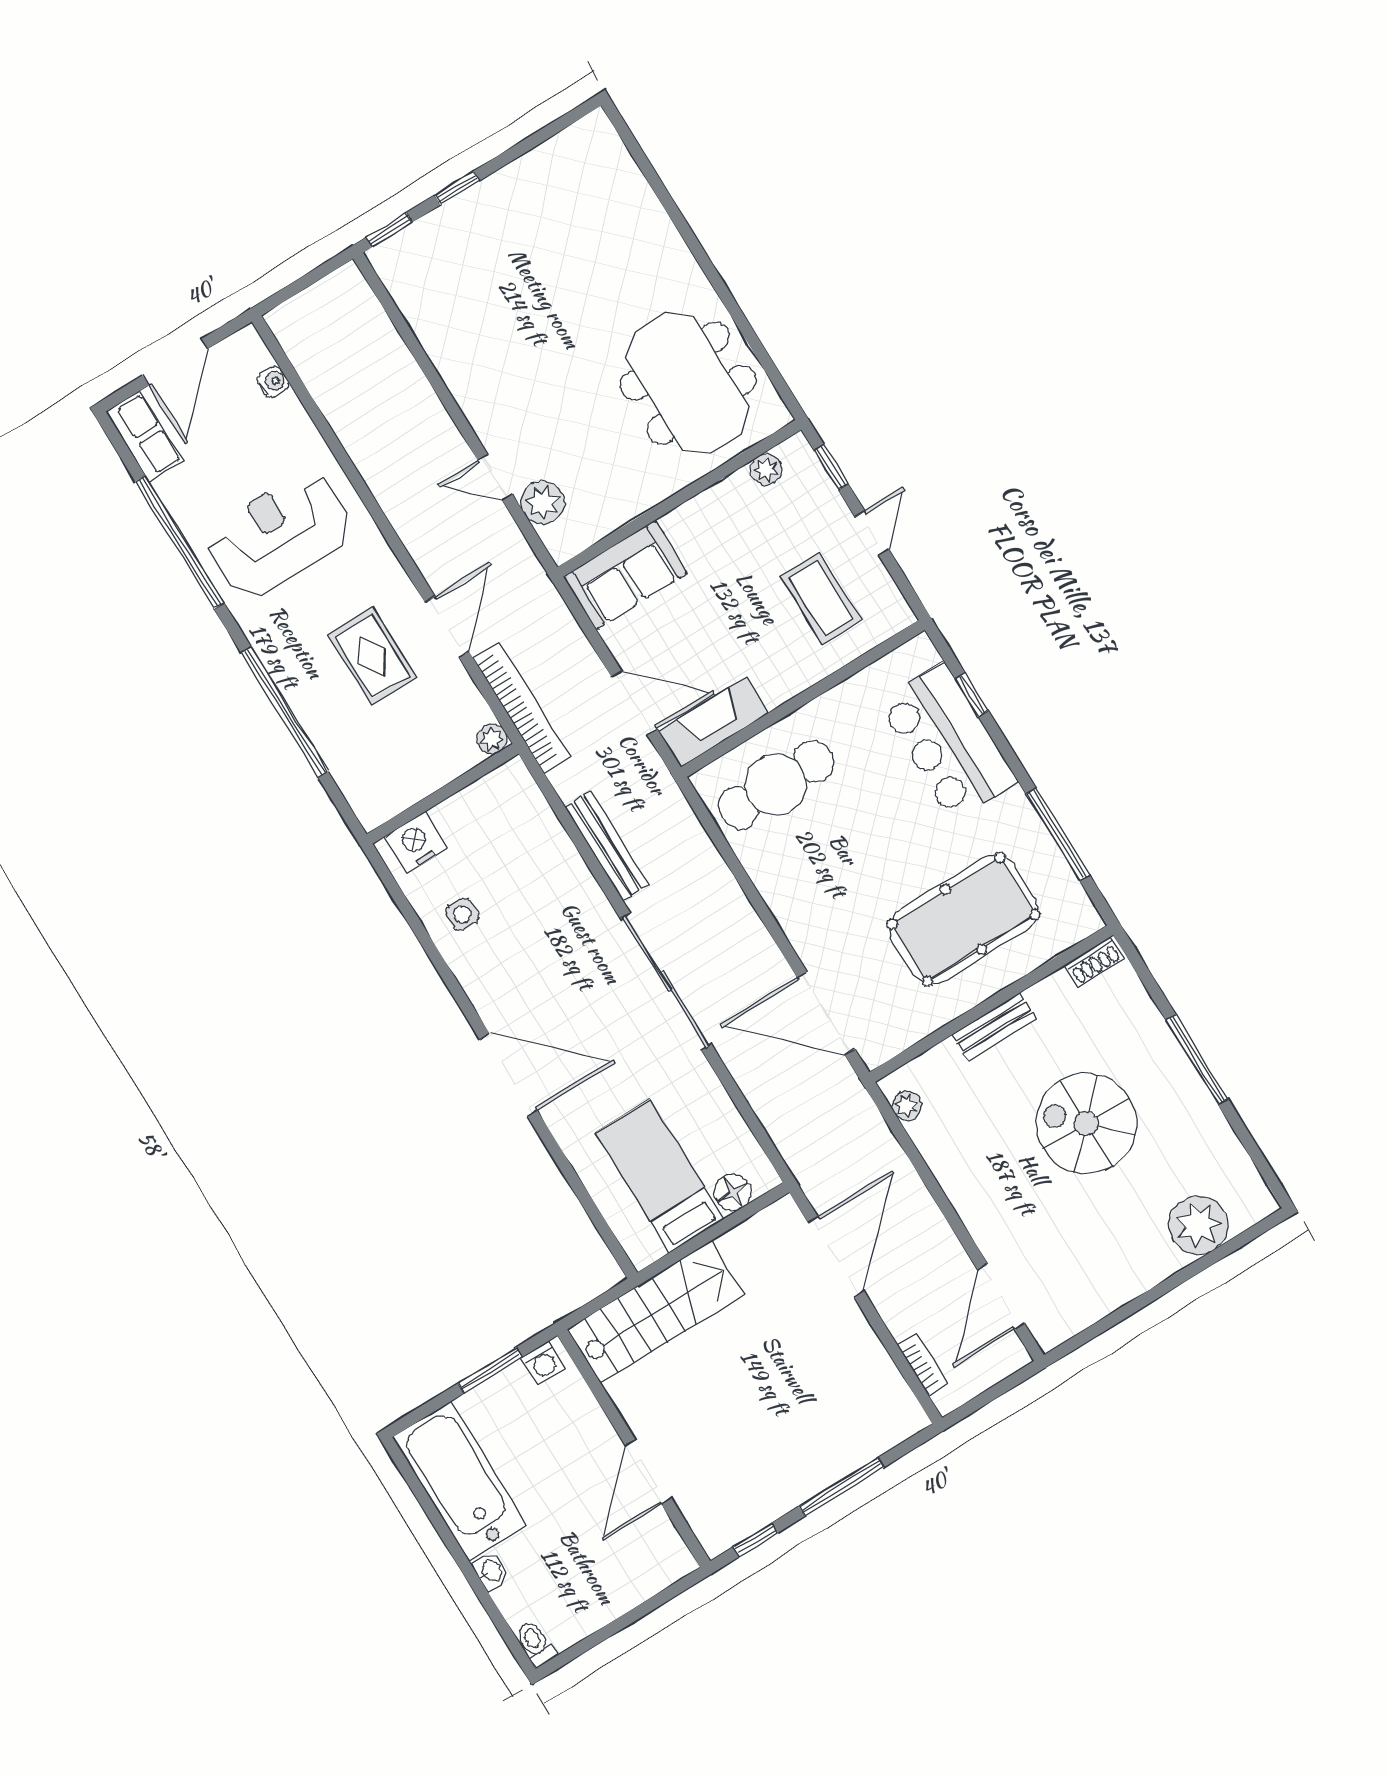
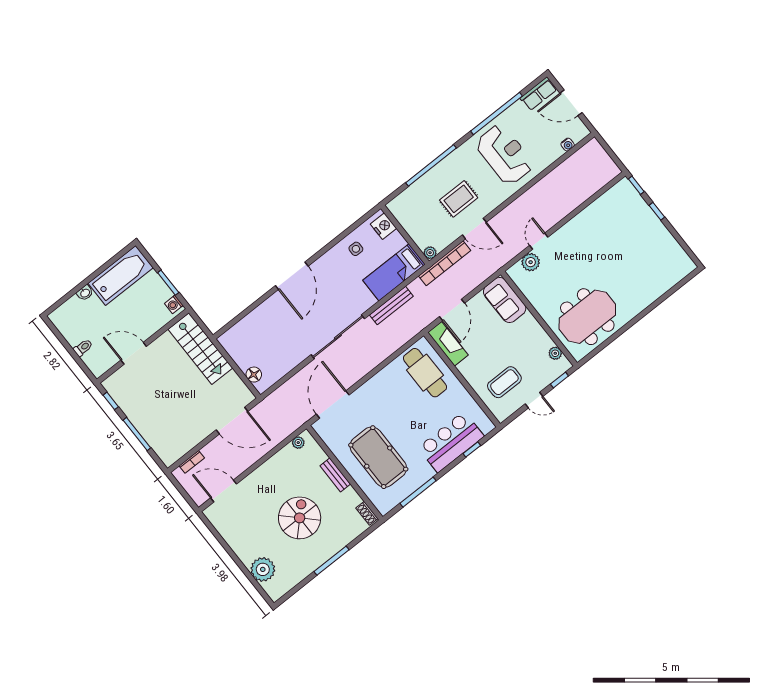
bed: (660, 1176) -> (394, 272), moved, turned 180
toilet: (535, 1644) -> (83, 348), moved

